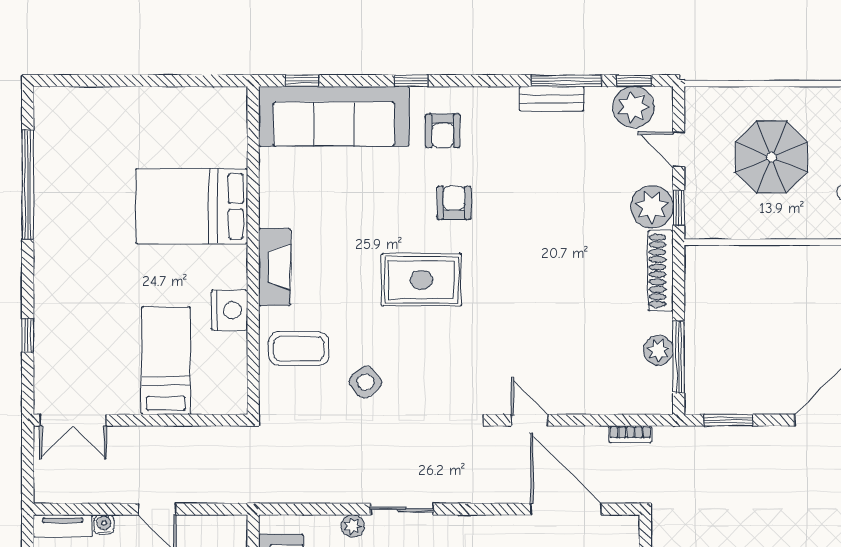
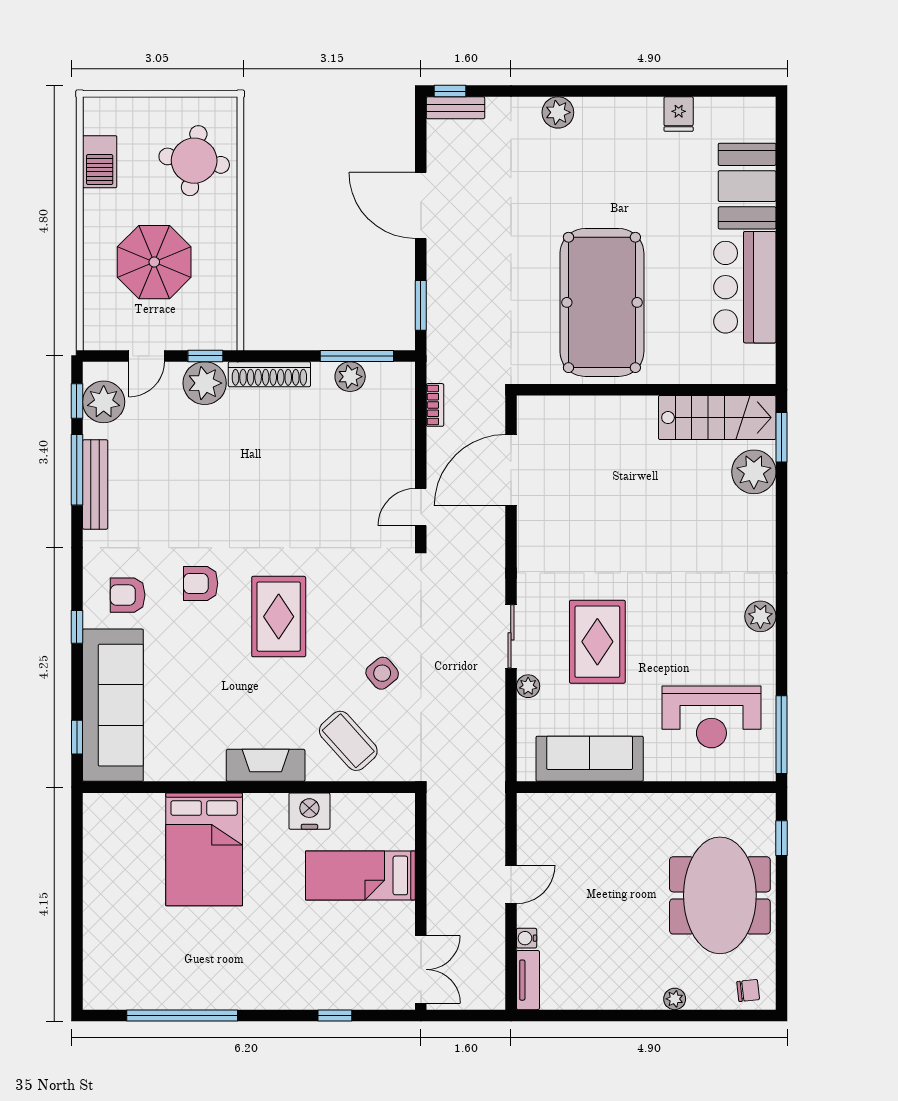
bench: (552, 99) -> (95, 484), width x1.36
armchair: (443, 131) -> (128, 595), turned 180
coffee table: (299, 349) -> (348, 741), turned -42

